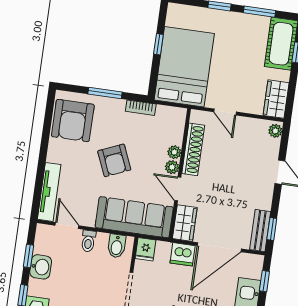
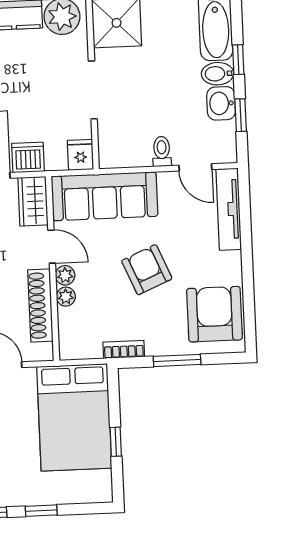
bidet: (117, 246) -> (218, 74), moved, turned -90

